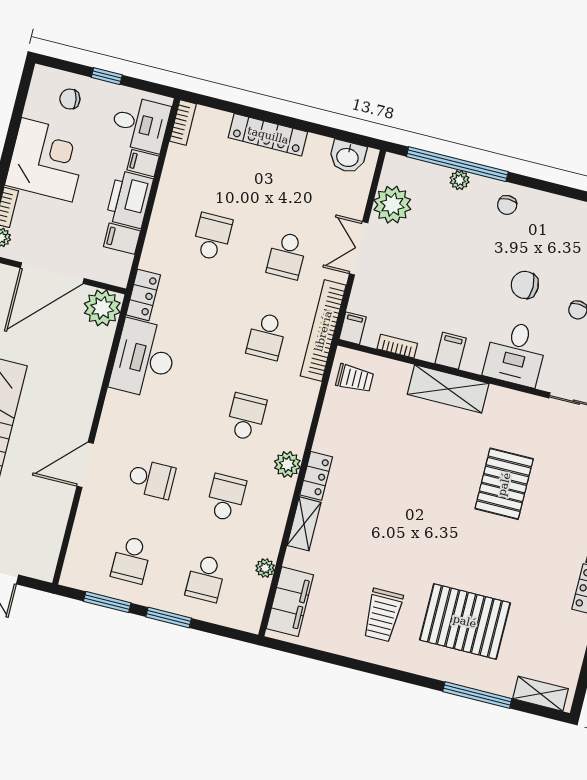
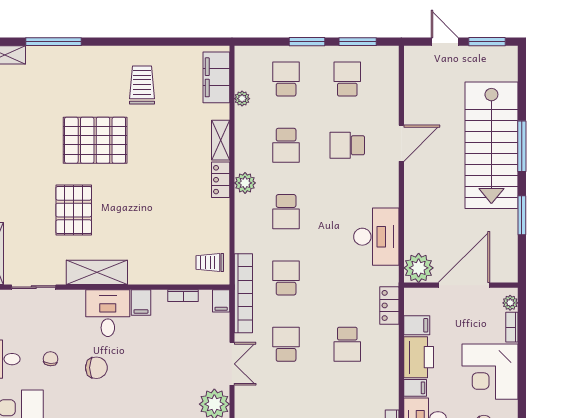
locker: (143, 295) -> (389, 305), moved
desk: (516, 353) -> (108, 313), moved
shelving: (448, 389) -> (97, 272), moved
pallet: (465, 621) -> (95, 140), moved

